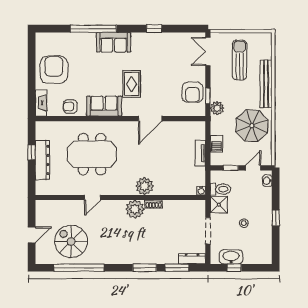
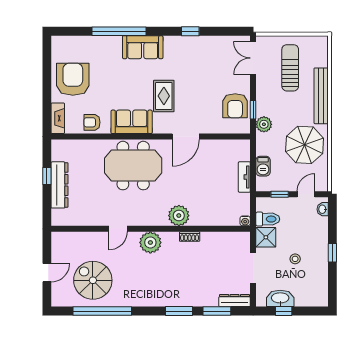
meeting table: (92, 154) -> (133, 166), moved
plant: (135, 209) -> (150, 242), moved

